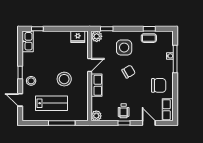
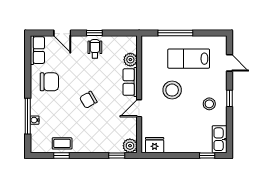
side table: (124, 48) -> (94, 131), removed
stool: (31, 81) -> (209, 104), moved
chair: (159, 85) -> (49, 82), turned 180
plant: (96, 116) -> (130, 60), moved

